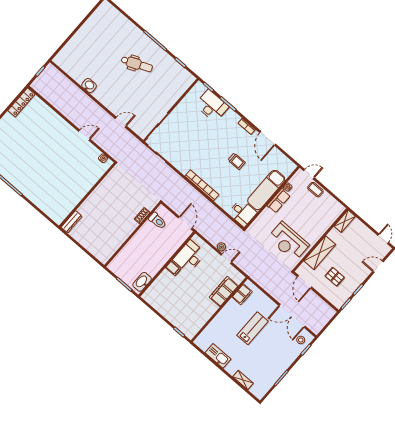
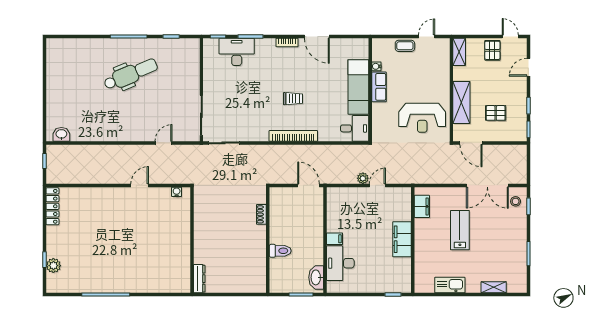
dental chair: (137, 64) -> (131, 74), width x1.36, depth x1.38
washbasin: (89, 86) -> (61, 134), moved
trolley: (237, 161) -> (293, 99), moved
door: (309, 174) -> (427, 37), moved
toilet: (158, 221) -> (280, 251), moved
pallet: (365, 238) -> (492, 50), added
desk: (189, 257) -> (340, 263), moved
filing cabinet: (224, 292) -> (402, 239), moved

